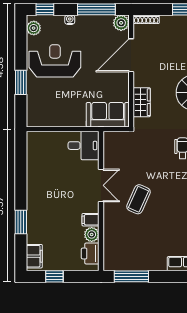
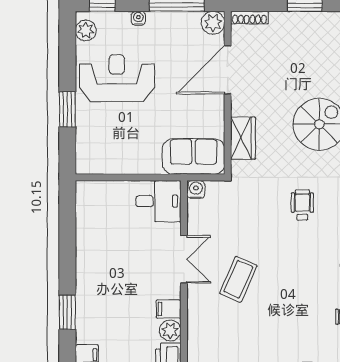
water cooler: (109, 137) -> (196, 189), added

